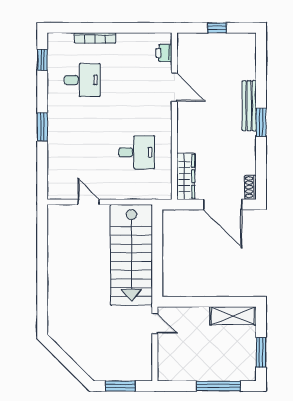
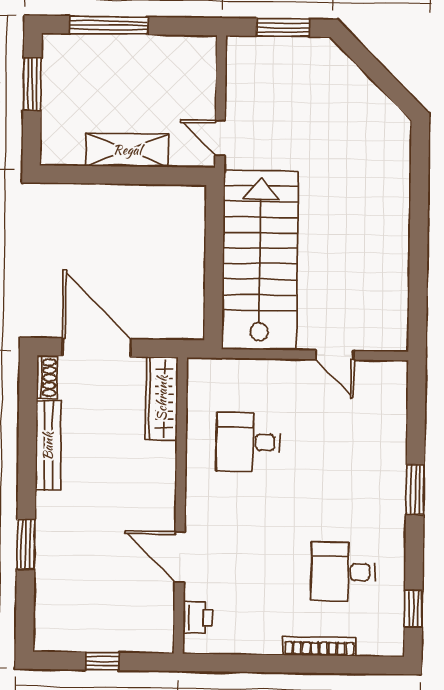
bench: (249, 106) -> (48, 446), moved
window: (261, 122) -> (26, 544), moved
shelving: (233, 316) -> (127, 150), moved

